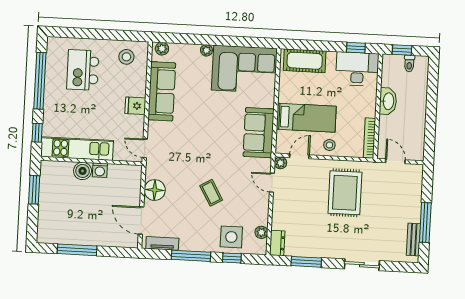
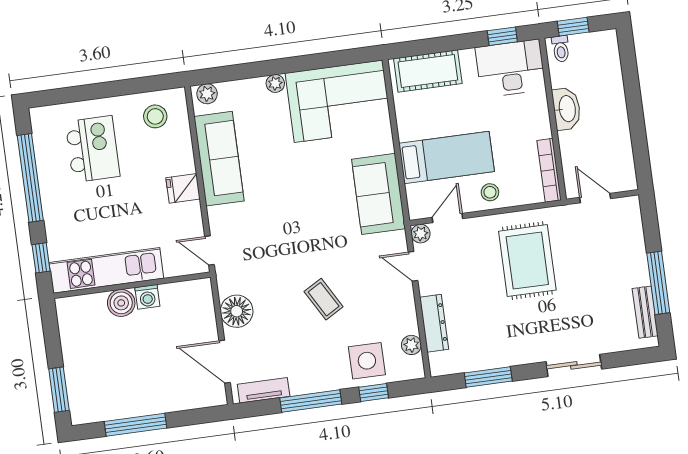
toilet: (409, 63) -> (561, 49), moved
kitchen island: (83, 70) -> (93, 149), turned 180
window: (34, 190) -> (59, 390), moved
dresser: (277, 243) -> (434, 323), moved, width x1.44

